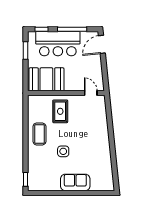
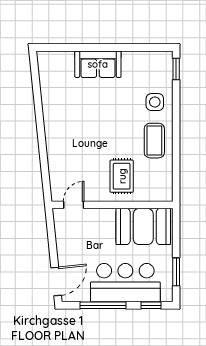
door: (91, 93) -> (74, 205), swing flipped
side table: (63, 151) -> (155, 102), moved

